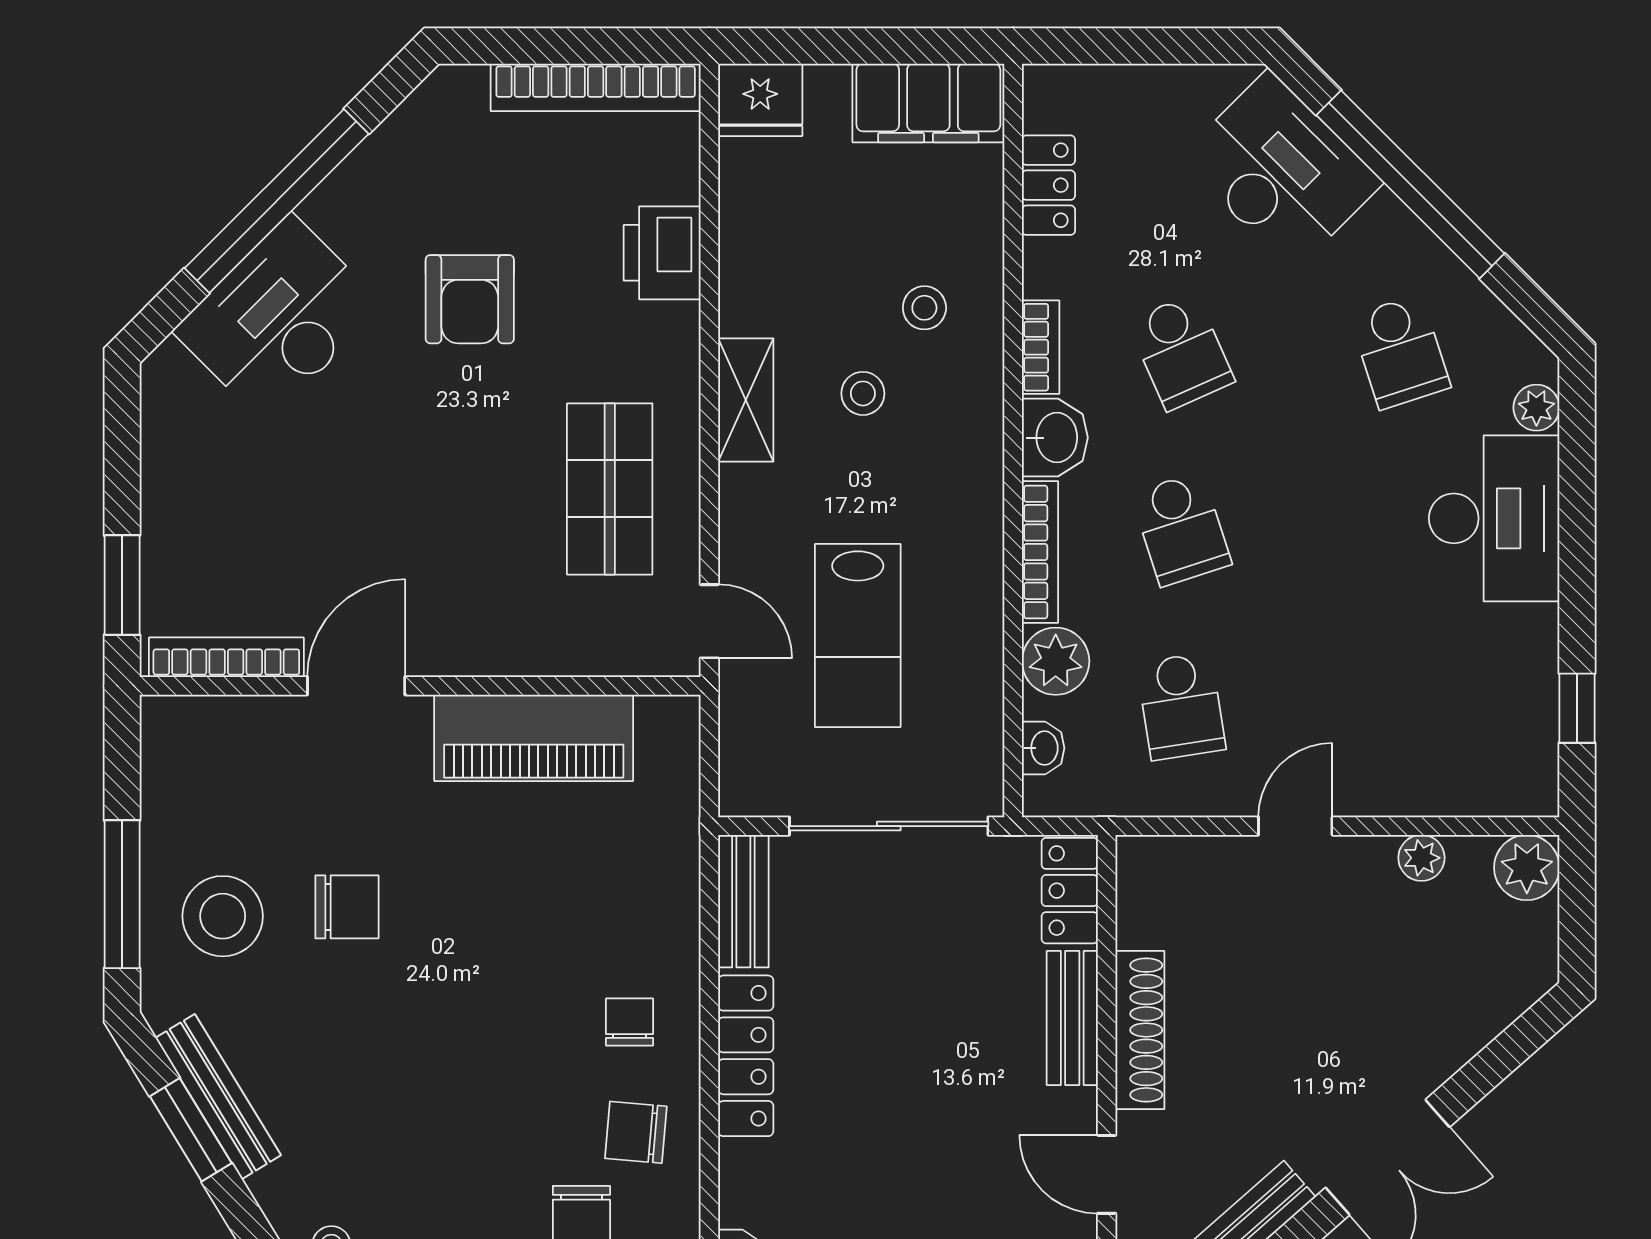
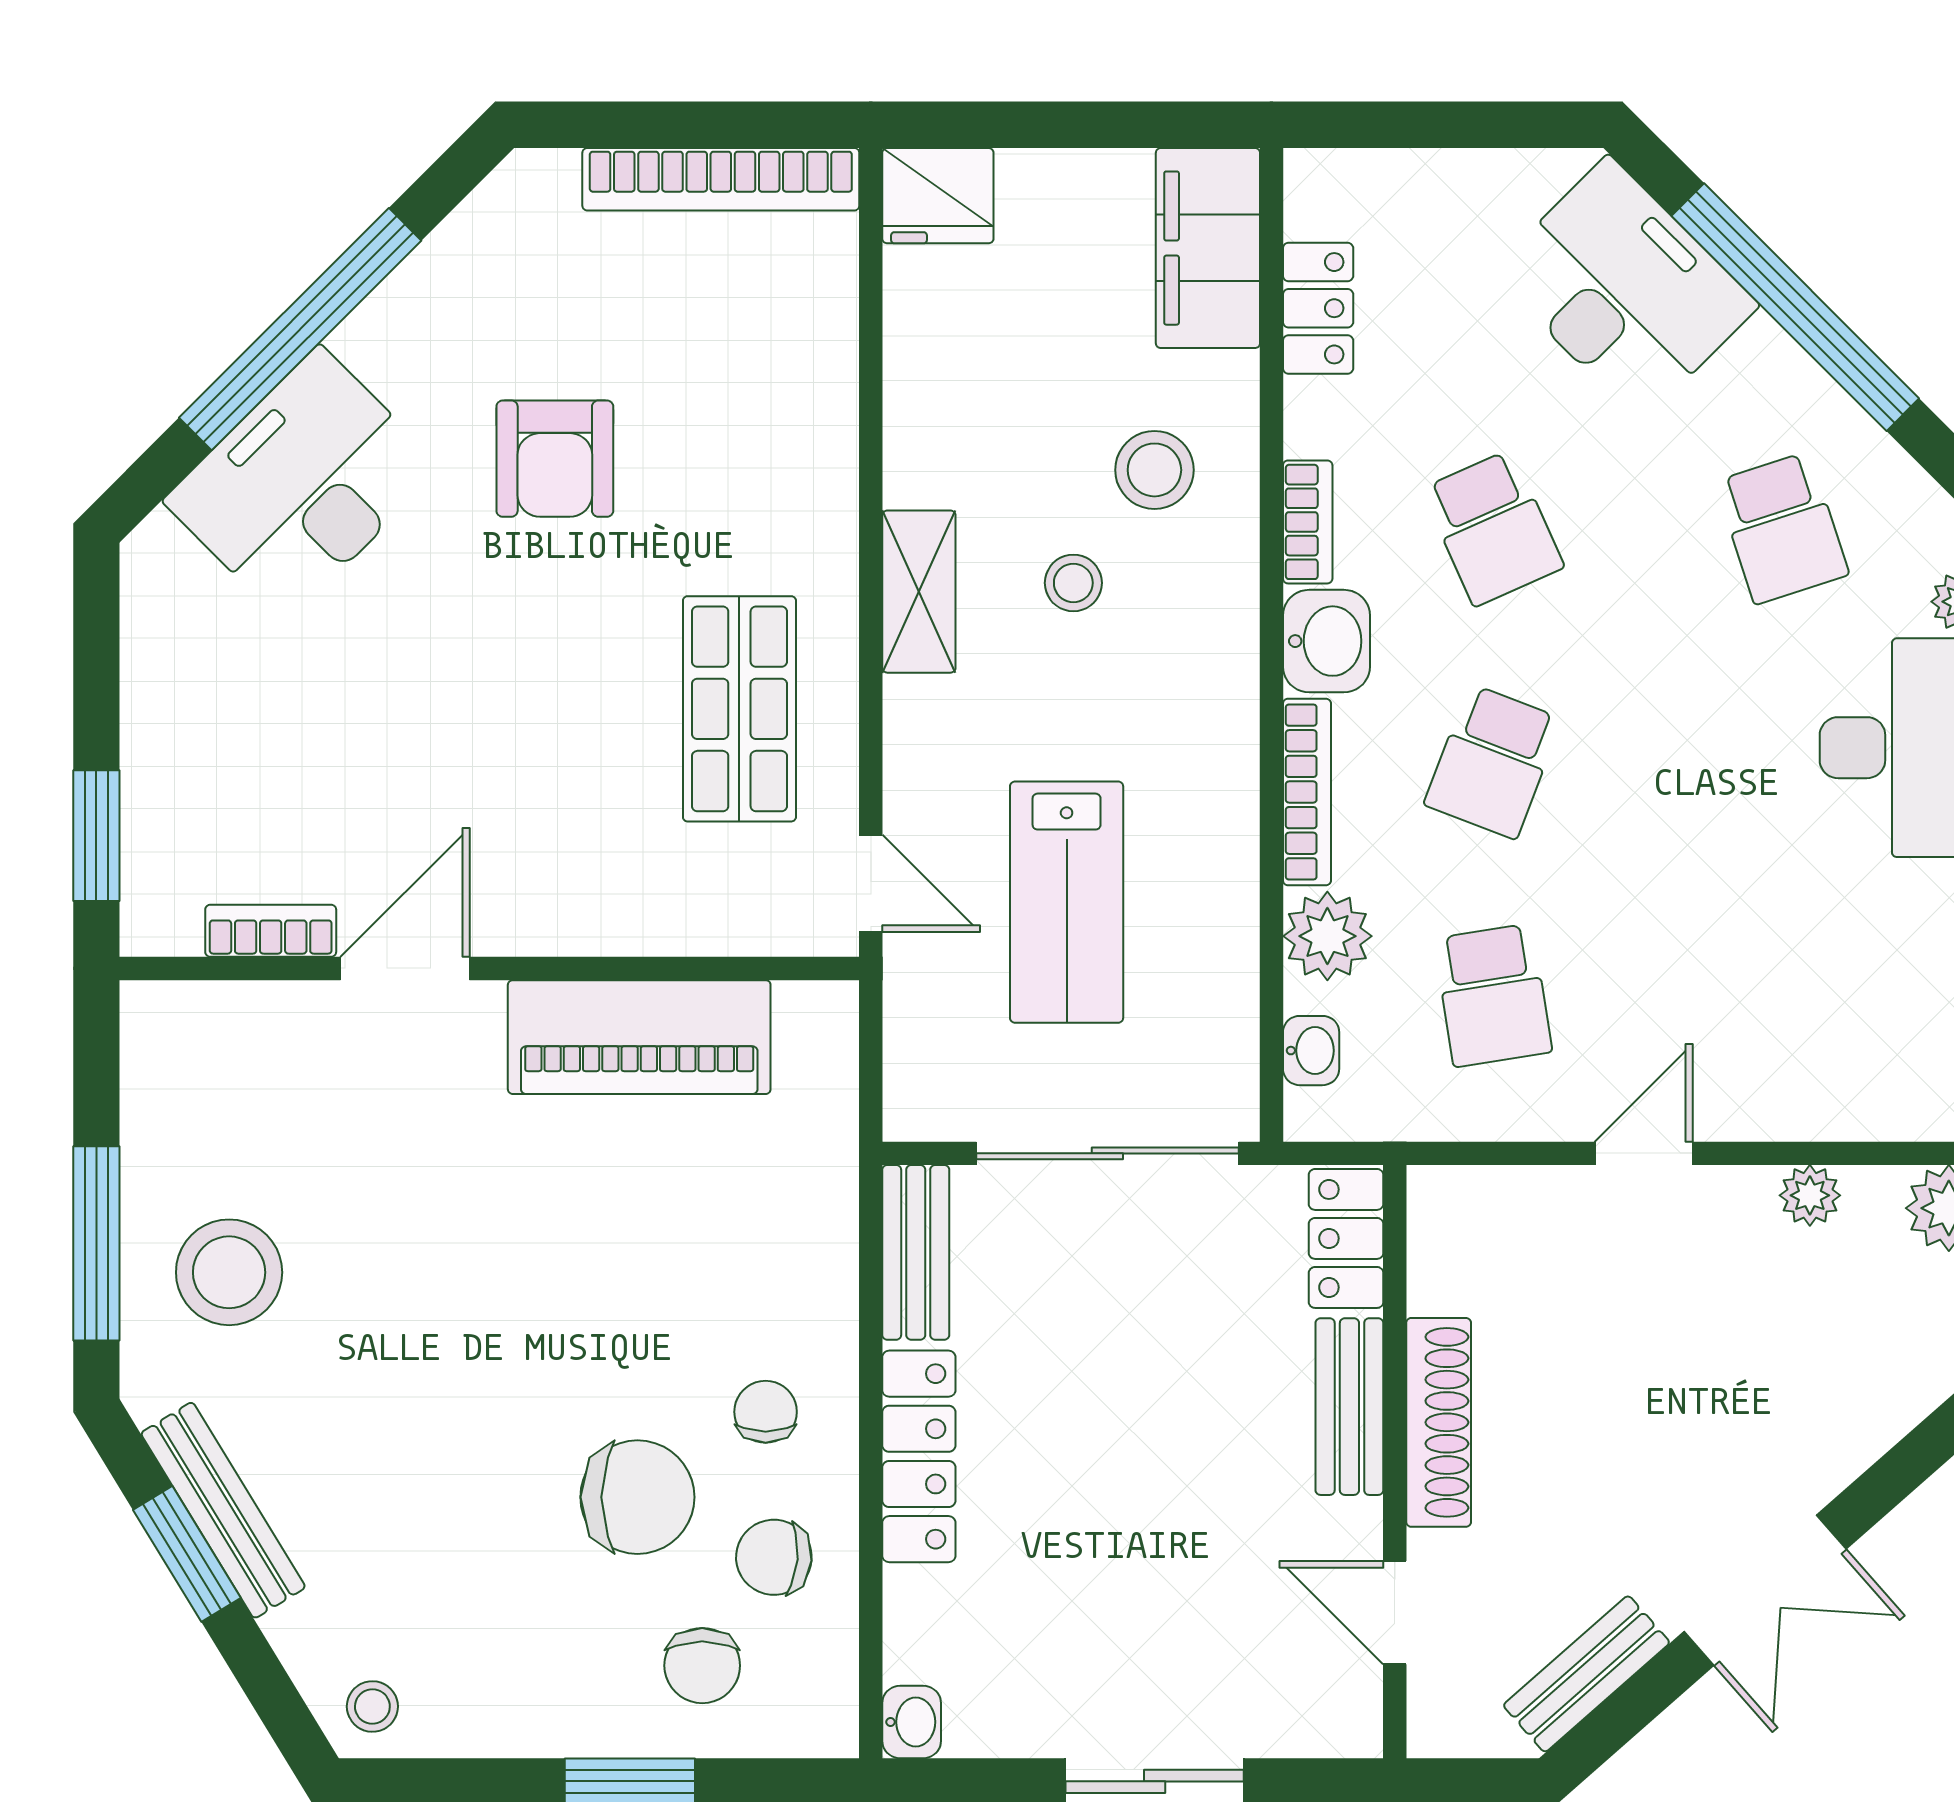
filing cabinet: (928, 103) -> (1208, 248), moved, turned 90
printer: (662, 253) -> (809, 397), removed
stool: (924, 308) -> (1154, 470), width x1.37, depth x1.37
school desk: (1181, 529) -> (1493, 762), turned 39
bookcase: (226, 657) -> (271, 931), width x0.64
chair: (347, 907) -> (637, 1497), moved, width x1.37, depth x1.37

